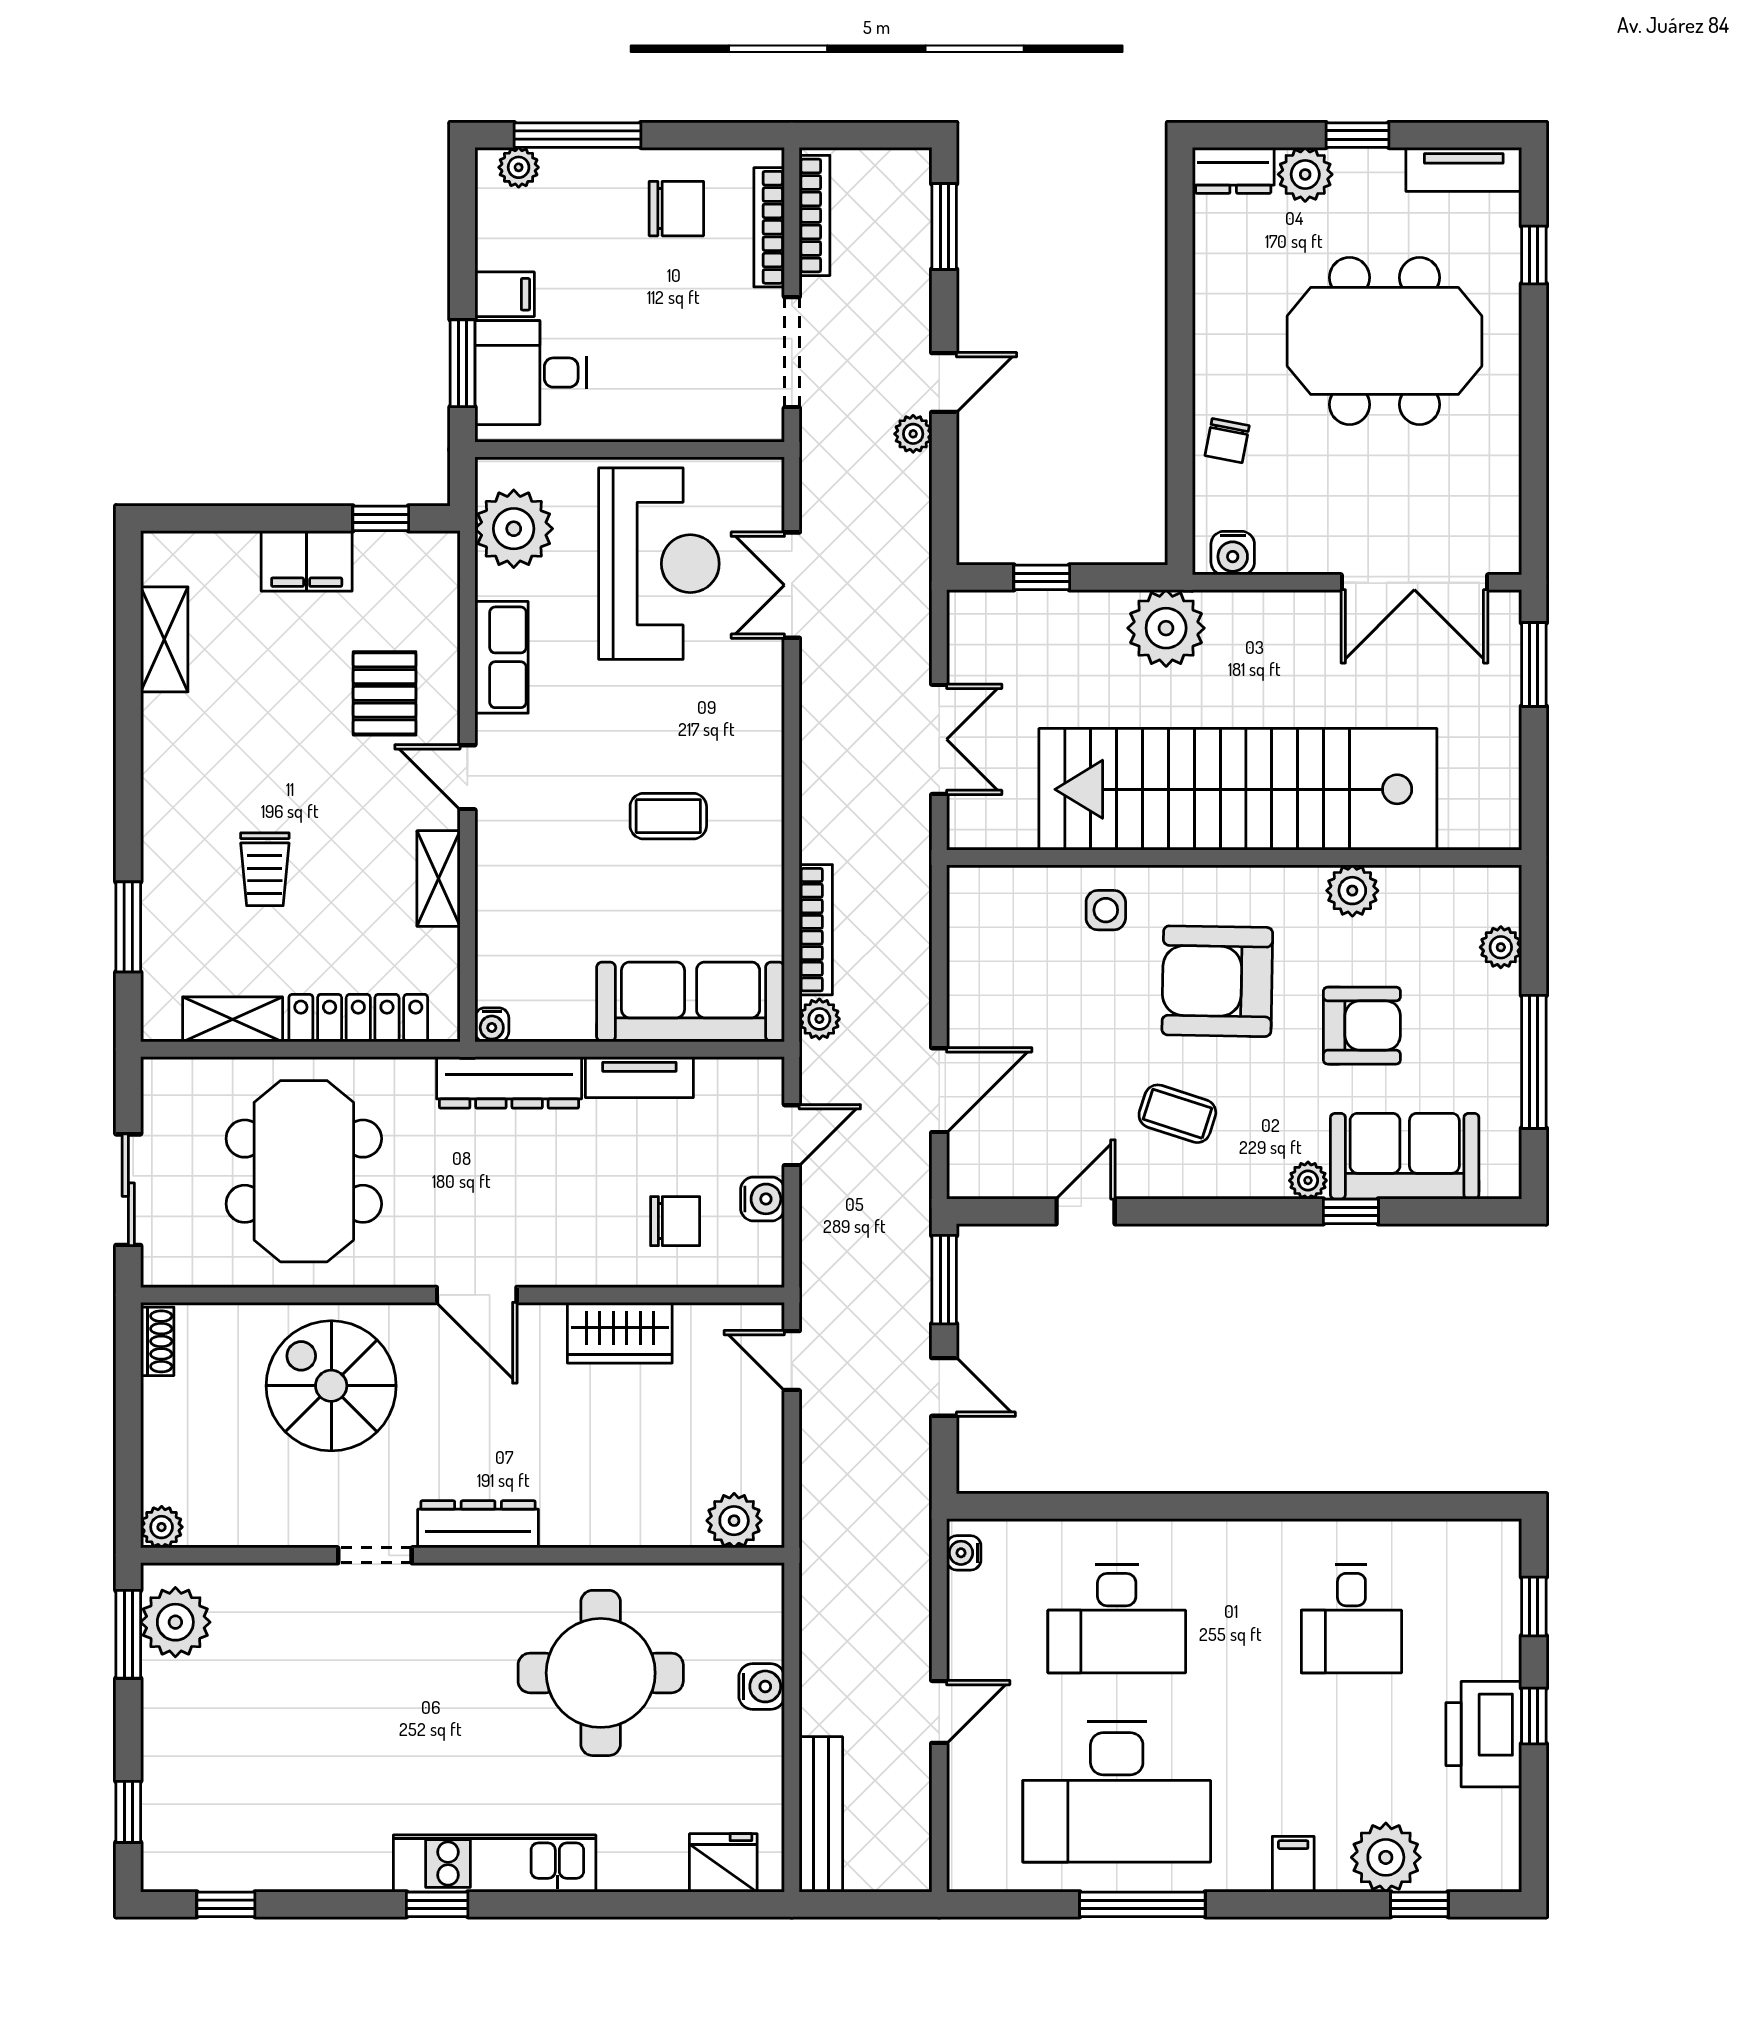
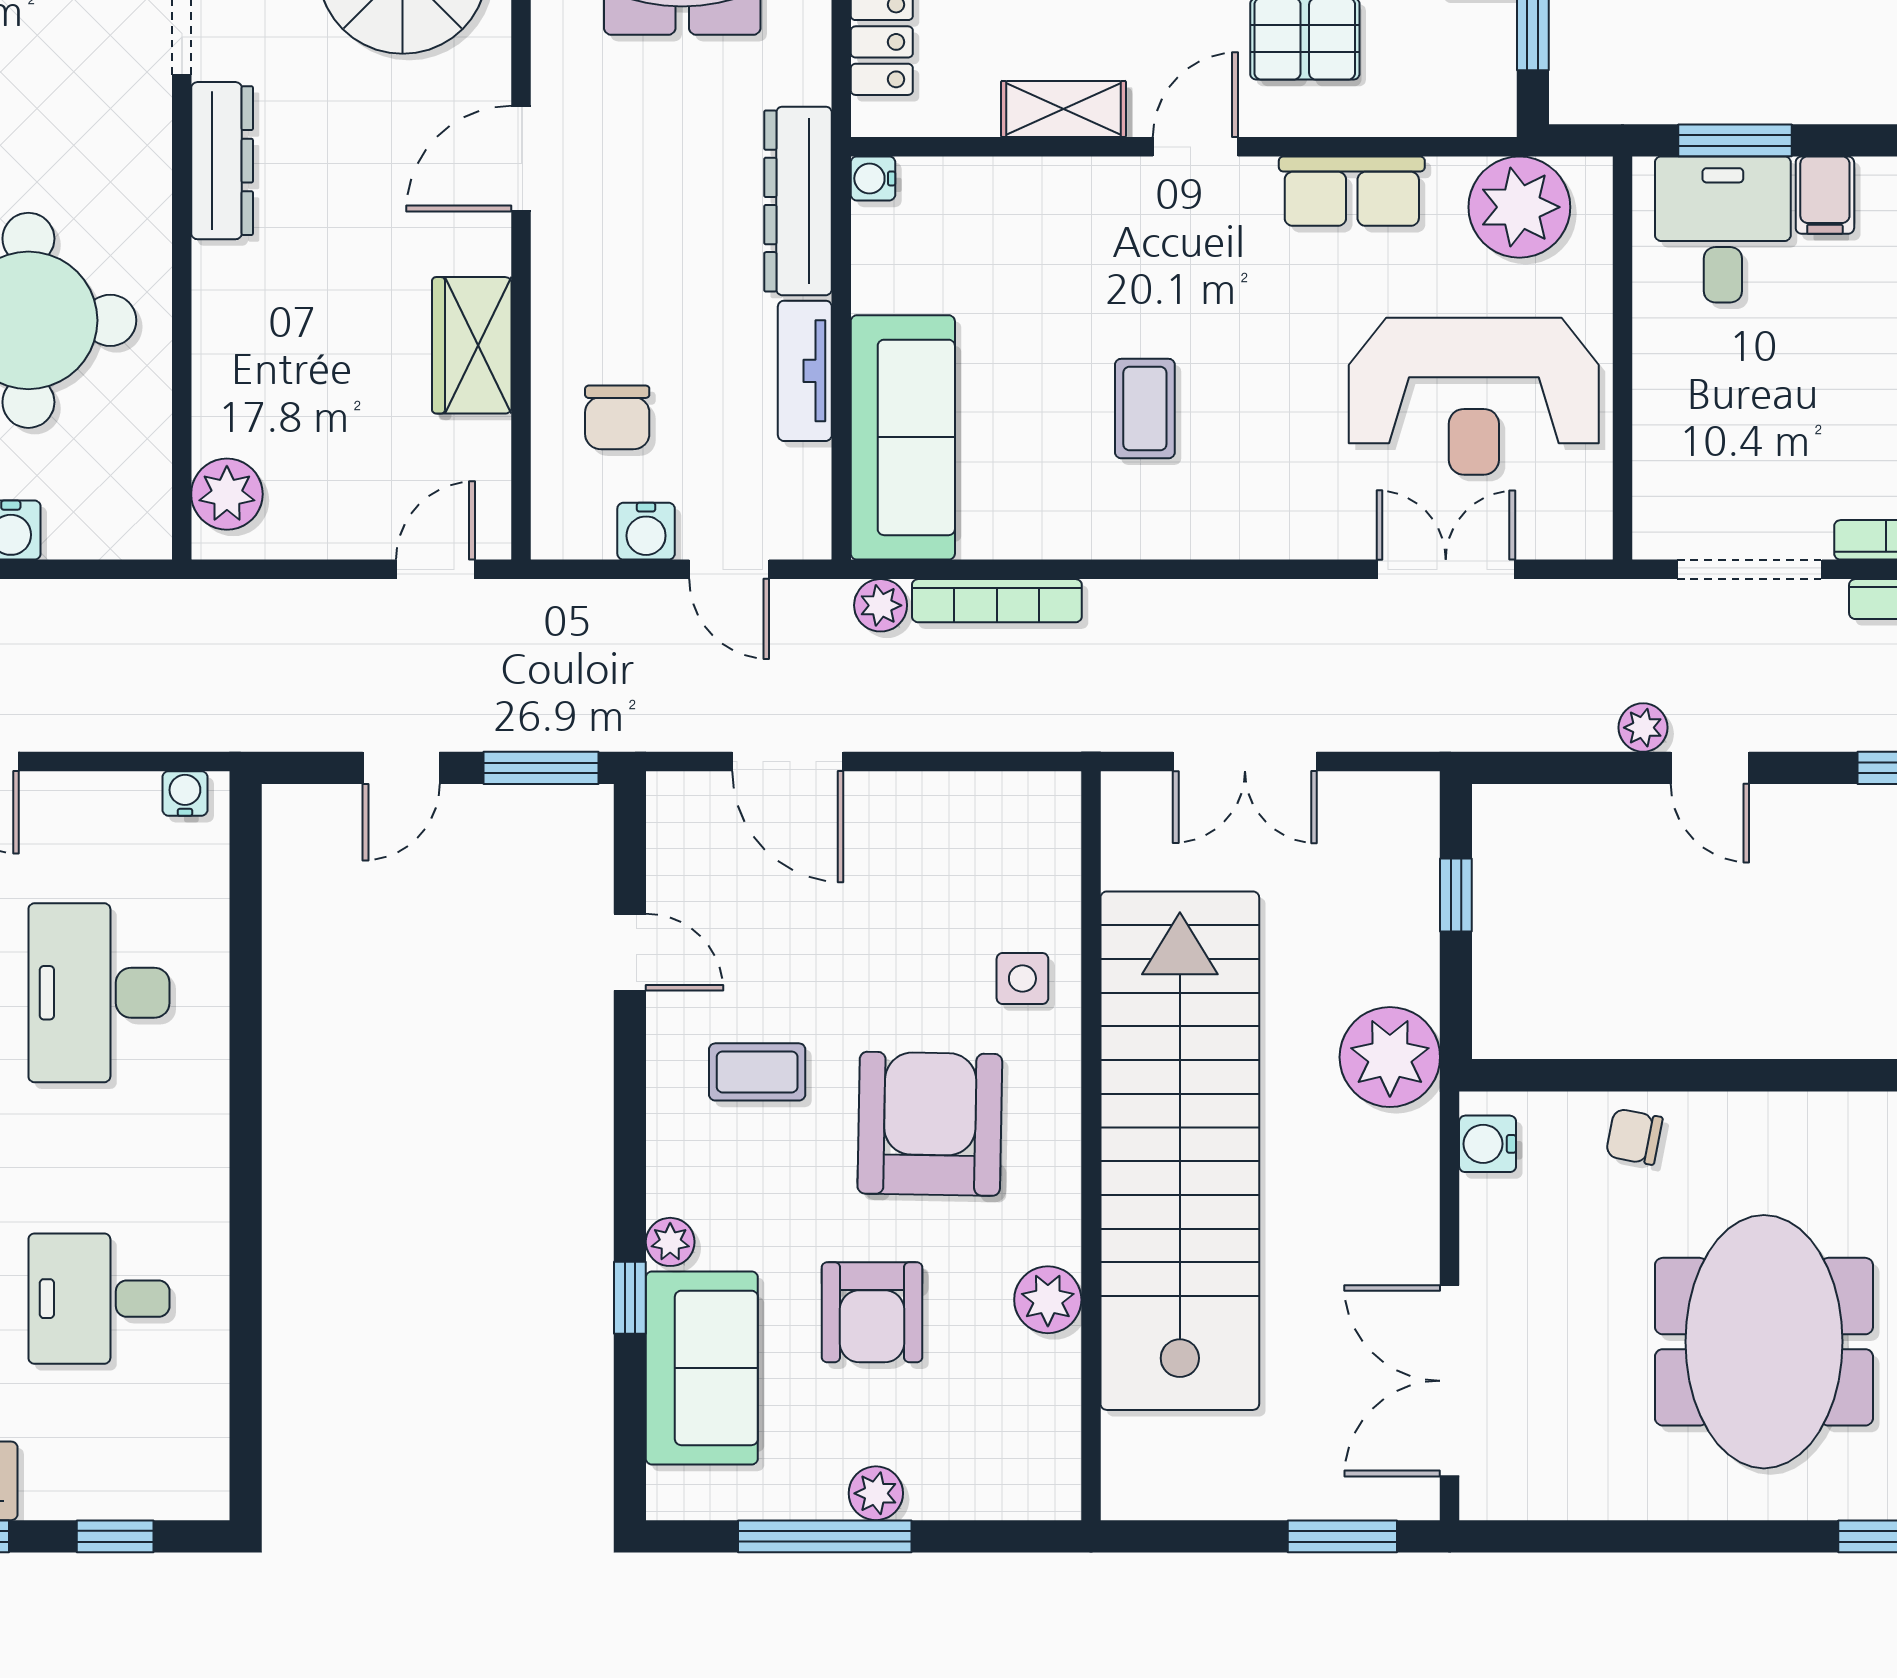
plant: (1501, 947) -> (876, 1493), moved
coffee table: (1177, 1114) -> (757, 1072), turned 72

